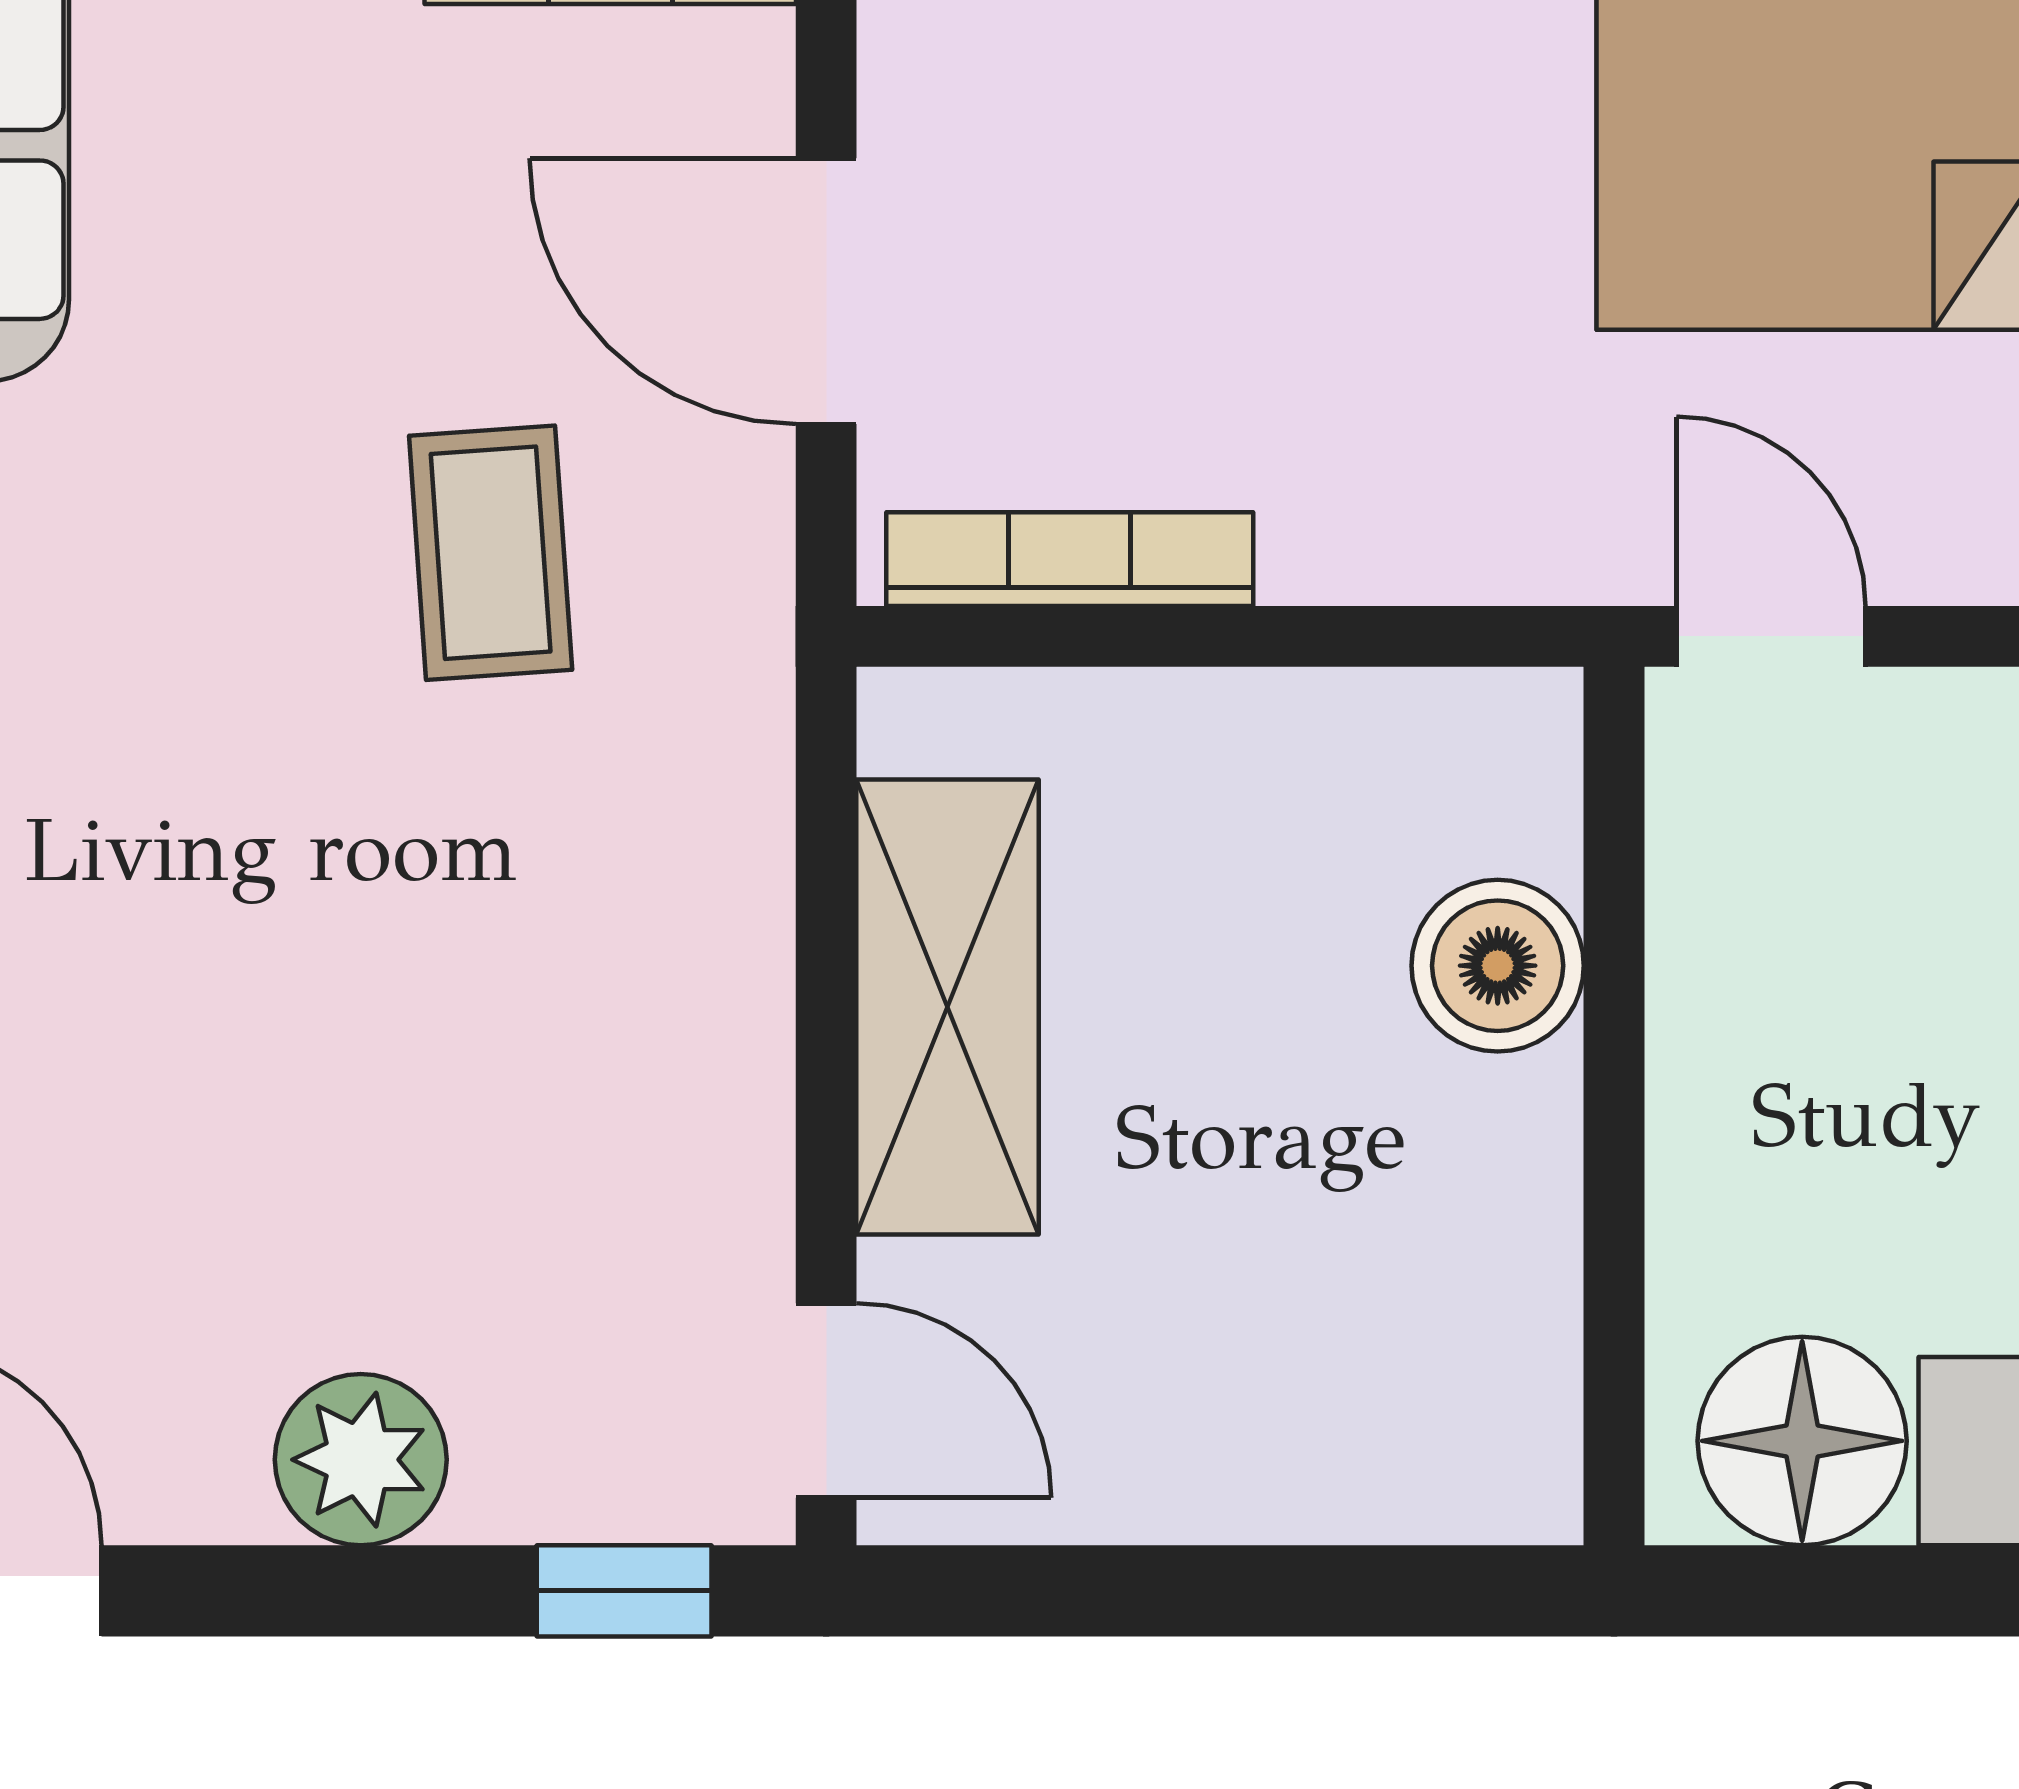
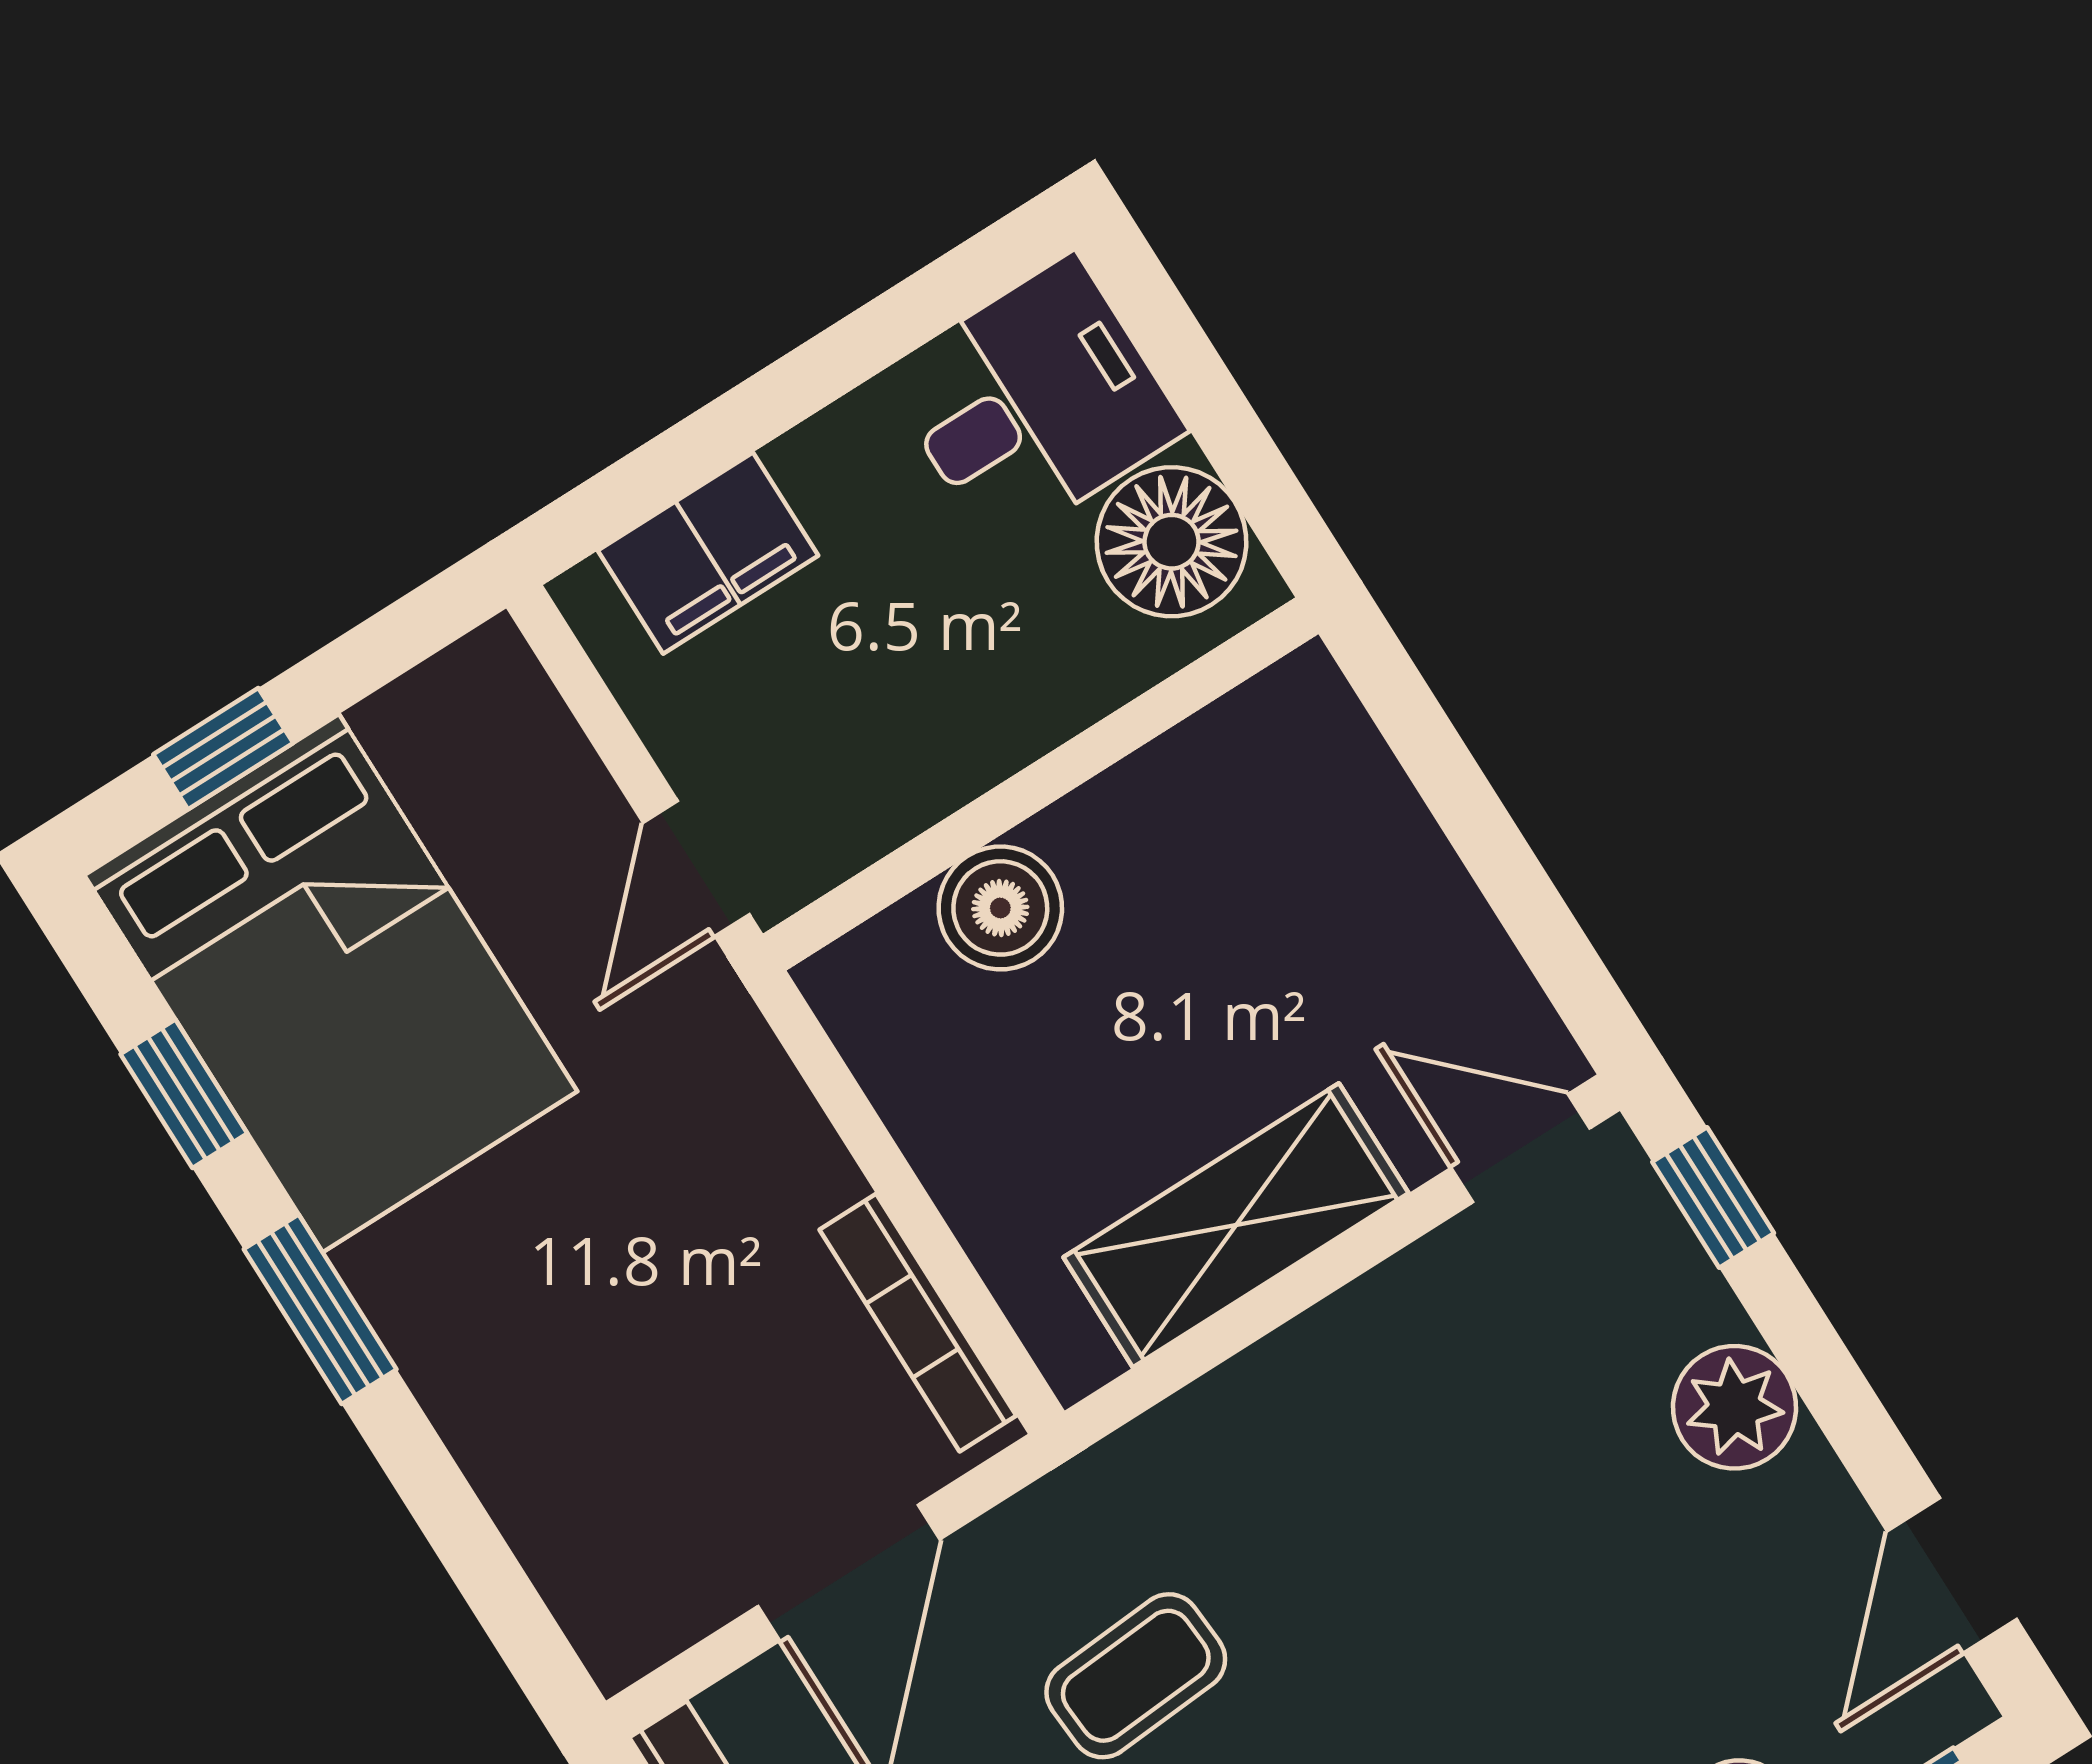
door: (826, 1400) -> (1521, 1148), hinge flipped

